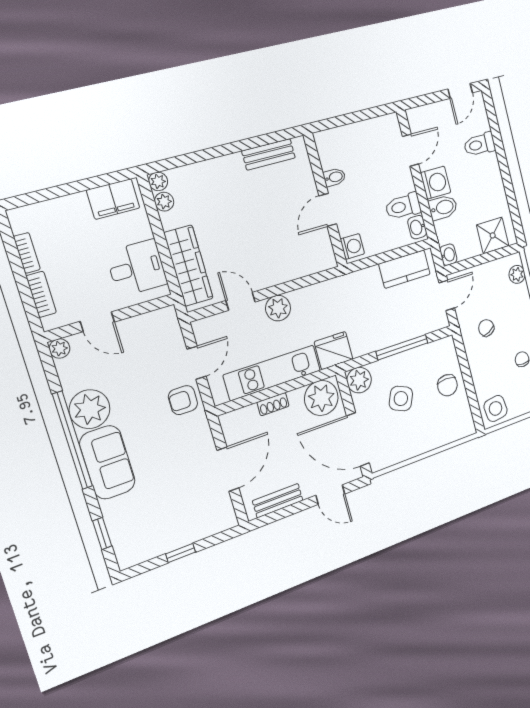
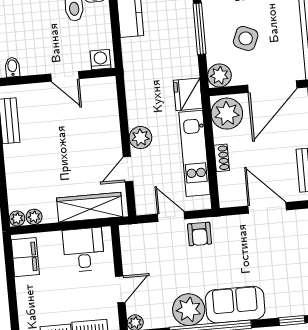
bidet: (334, 177) -> (12, 67), moved

